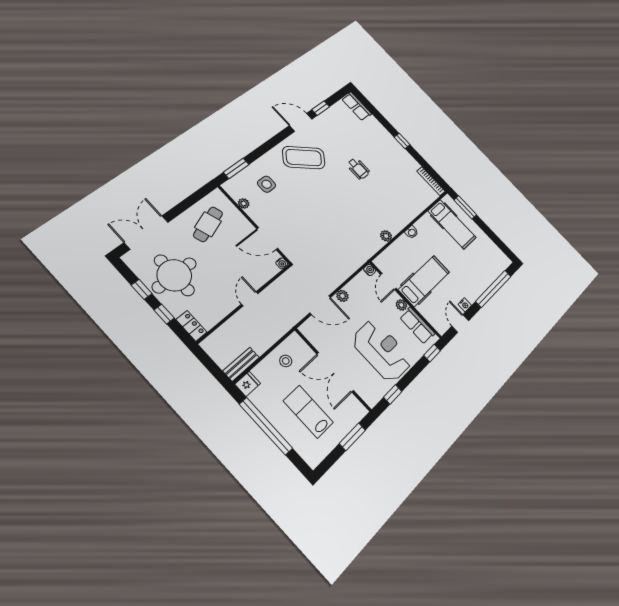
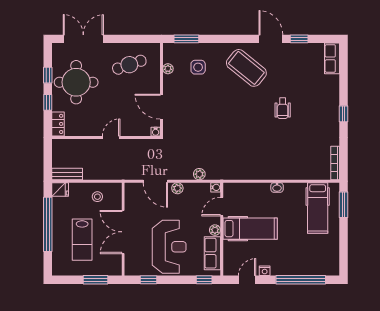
plant: (386, 236) -> (199, 174), moved
lab bench: (308, 412) -> (82, 240), turned 180

